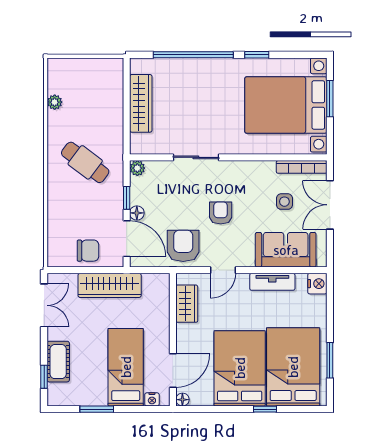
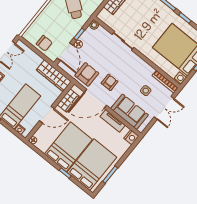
double door: (330, 205) -> (164, 108), swing flipped
armchair: (221, 213) -> (110, 82), moved
door: (223, 270) -> (95, 99), width x1.88
wardrobe: (110, 285) -> (54, 76), moved
door: (173, 370) -> (47, 115), moved

